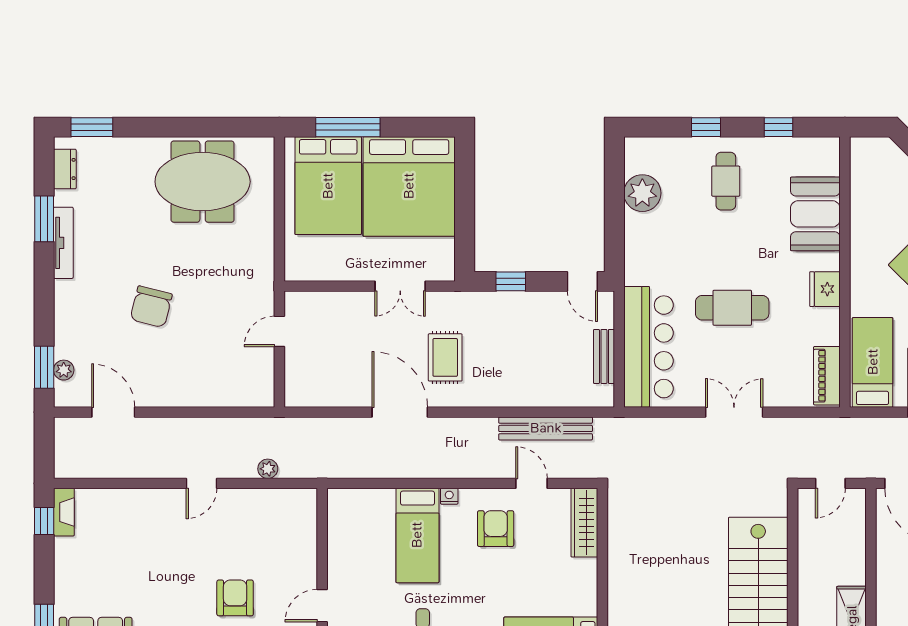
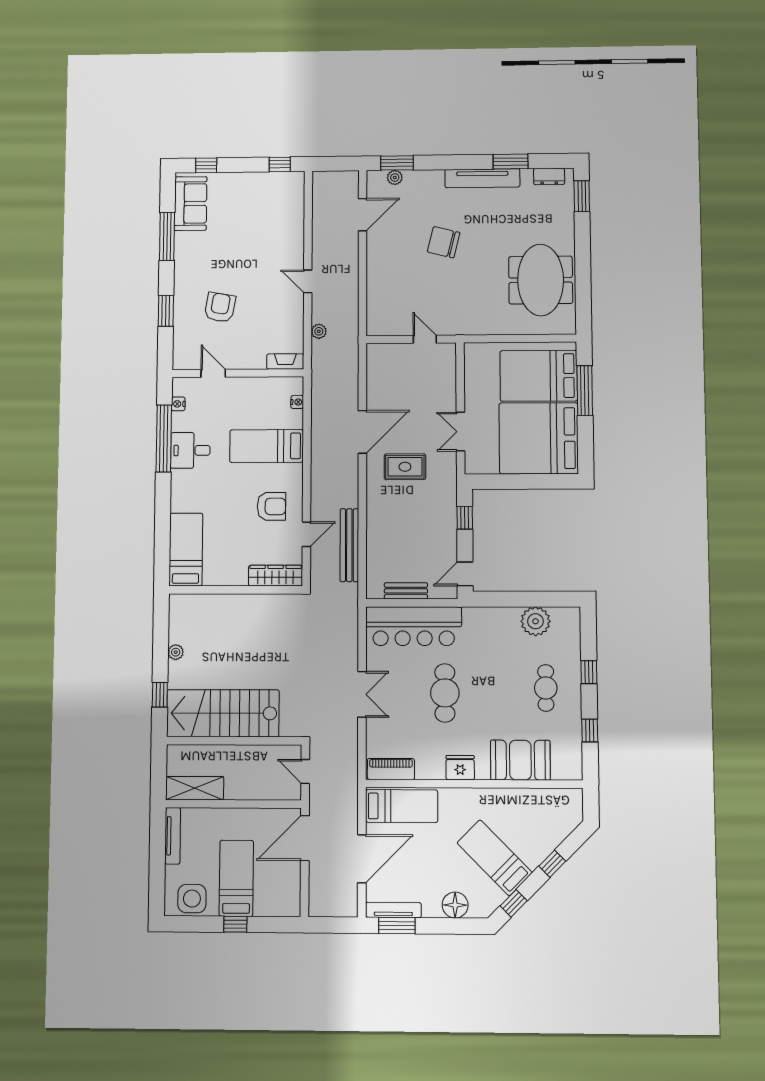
cafe table: (726, 181) -> (546, 688), turned 90
tv unit: (63, 243) -> (482, 178), width x1.36, depth x1.29
nightstand: (449, 496) -> (297, 402), moved
fireplace: (64, 512) -> (285, 361), moved, turned 180
armchair: (235, 598) -> (220, 307), turned -80

